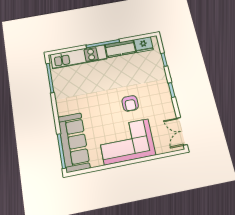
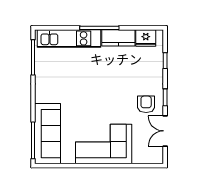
armchair: (130, 103) -> (146, 104), moved, turned 180
double door: (182, 131) -> (165, 131), moved

